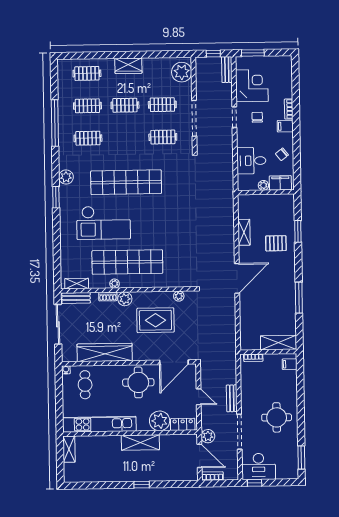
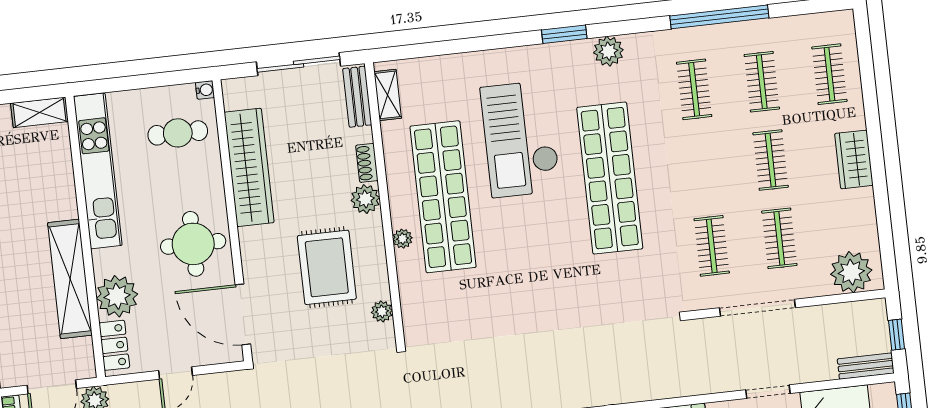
plant: (115, 284) -> (402, 239), moved
shelving: (140, 443) -> (70, 279), width x1.47

